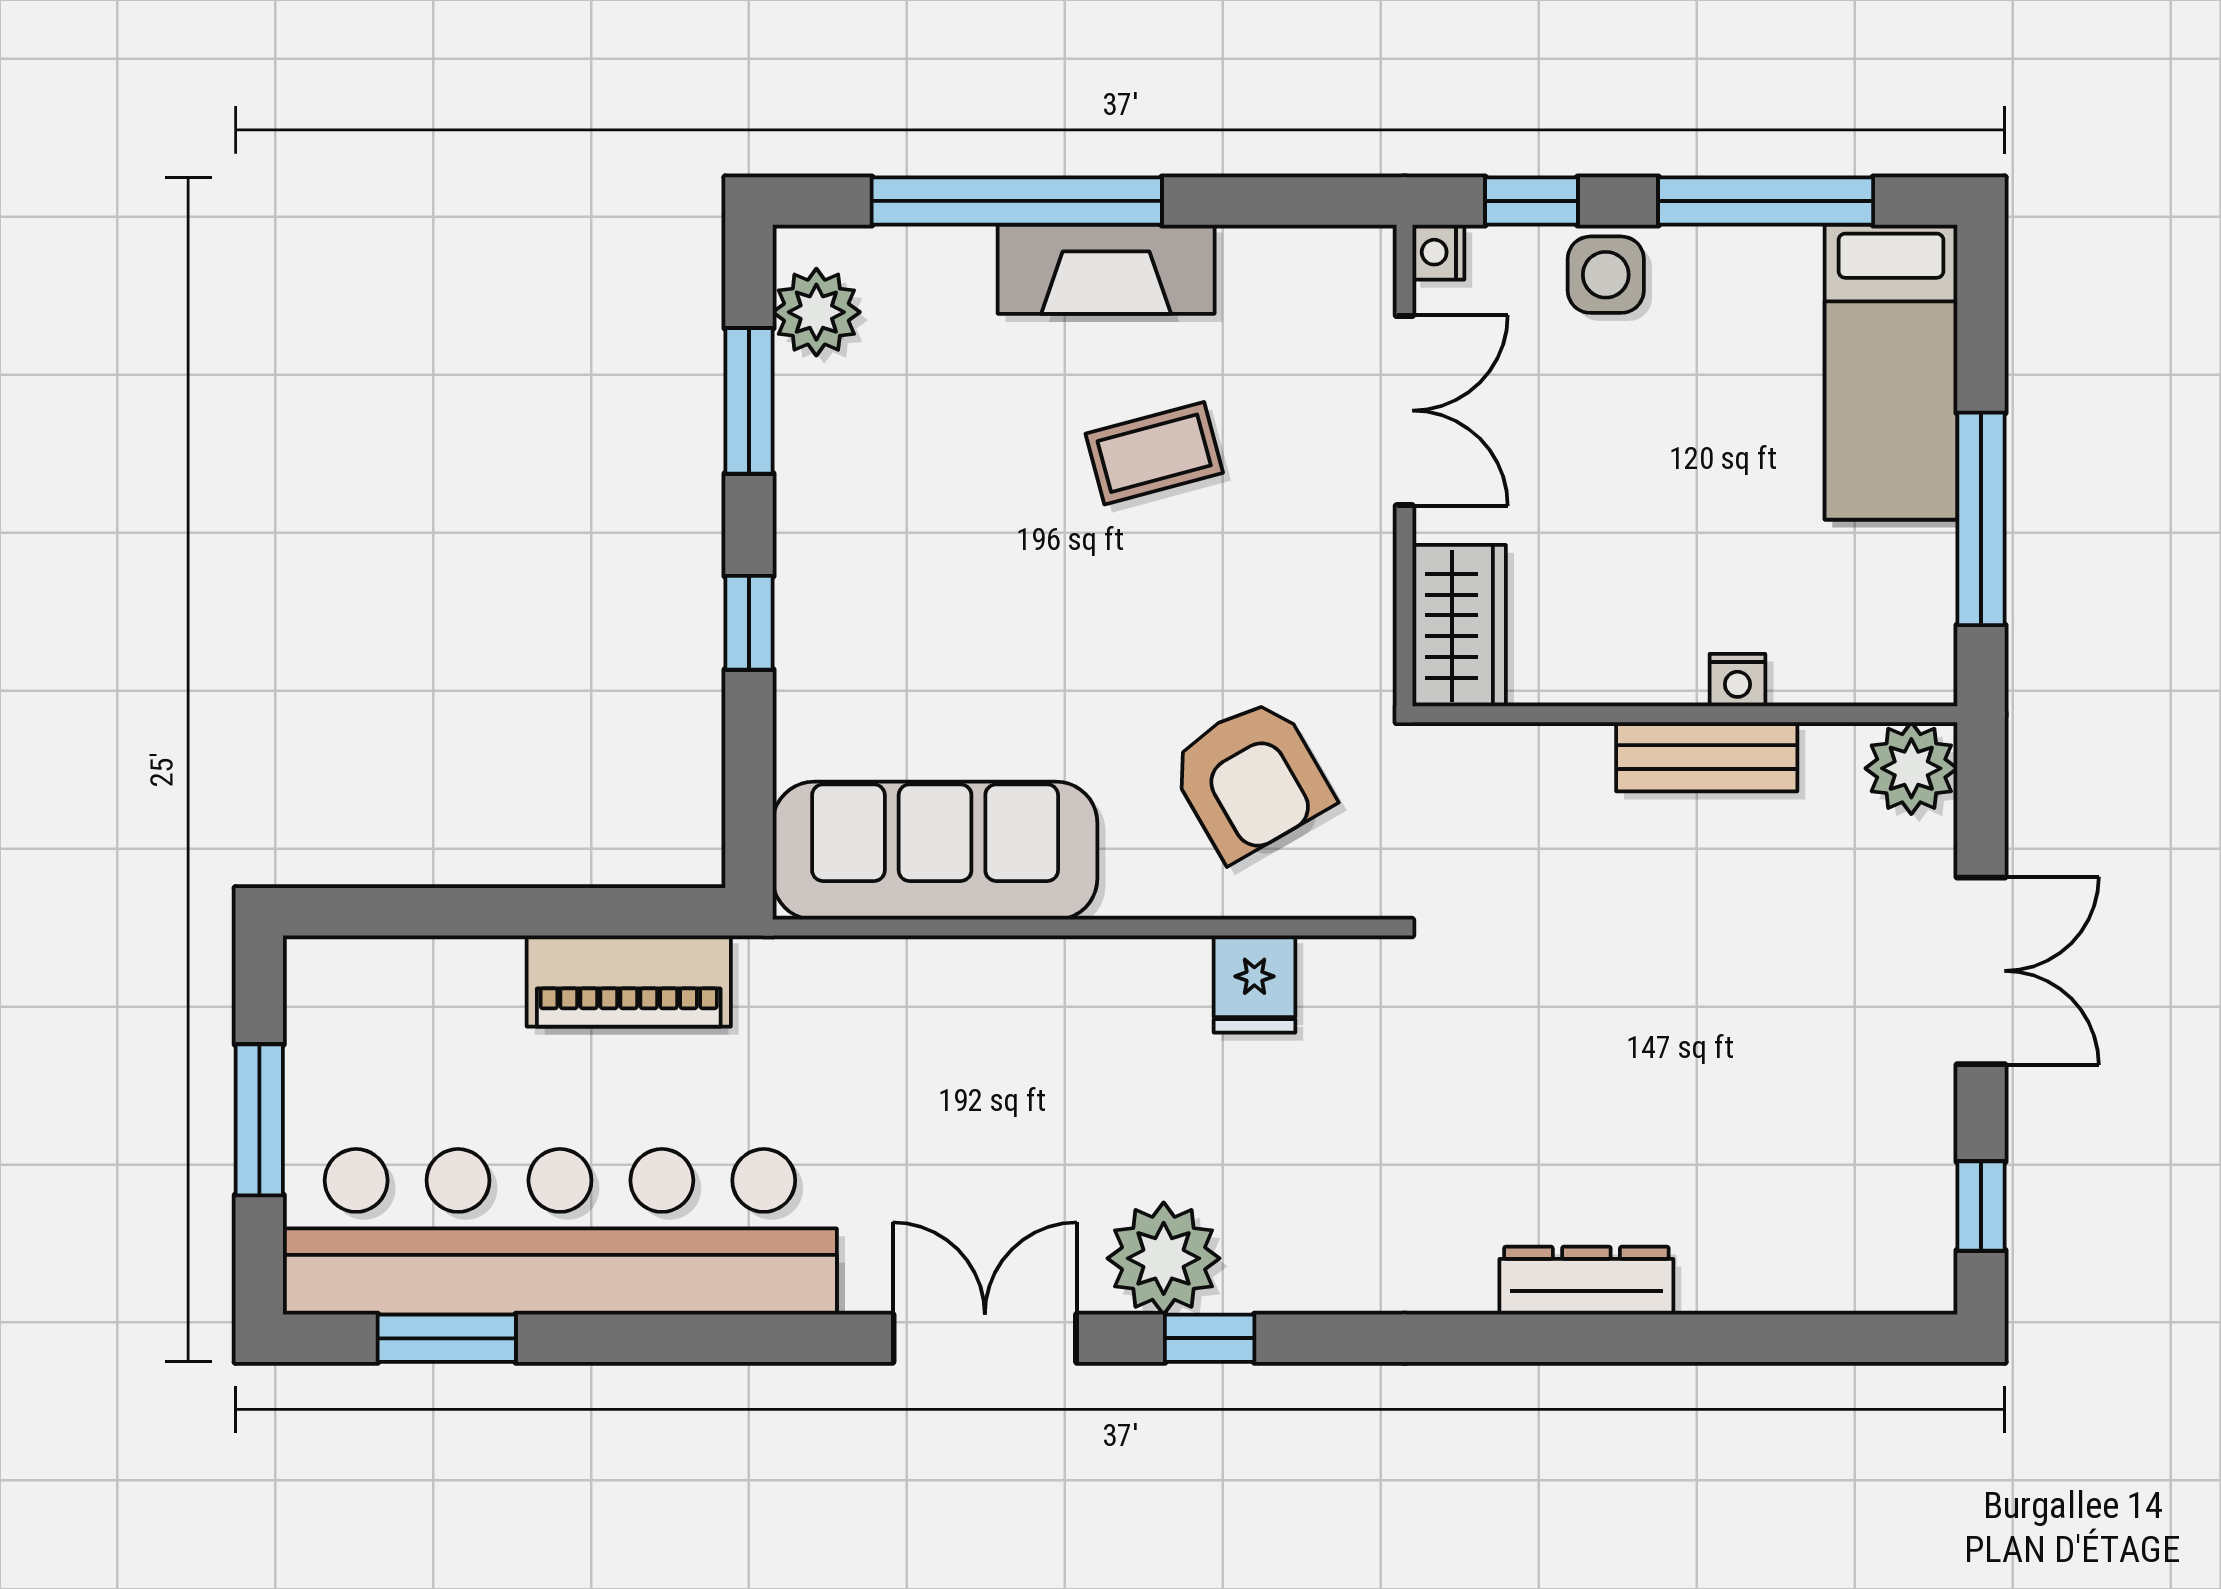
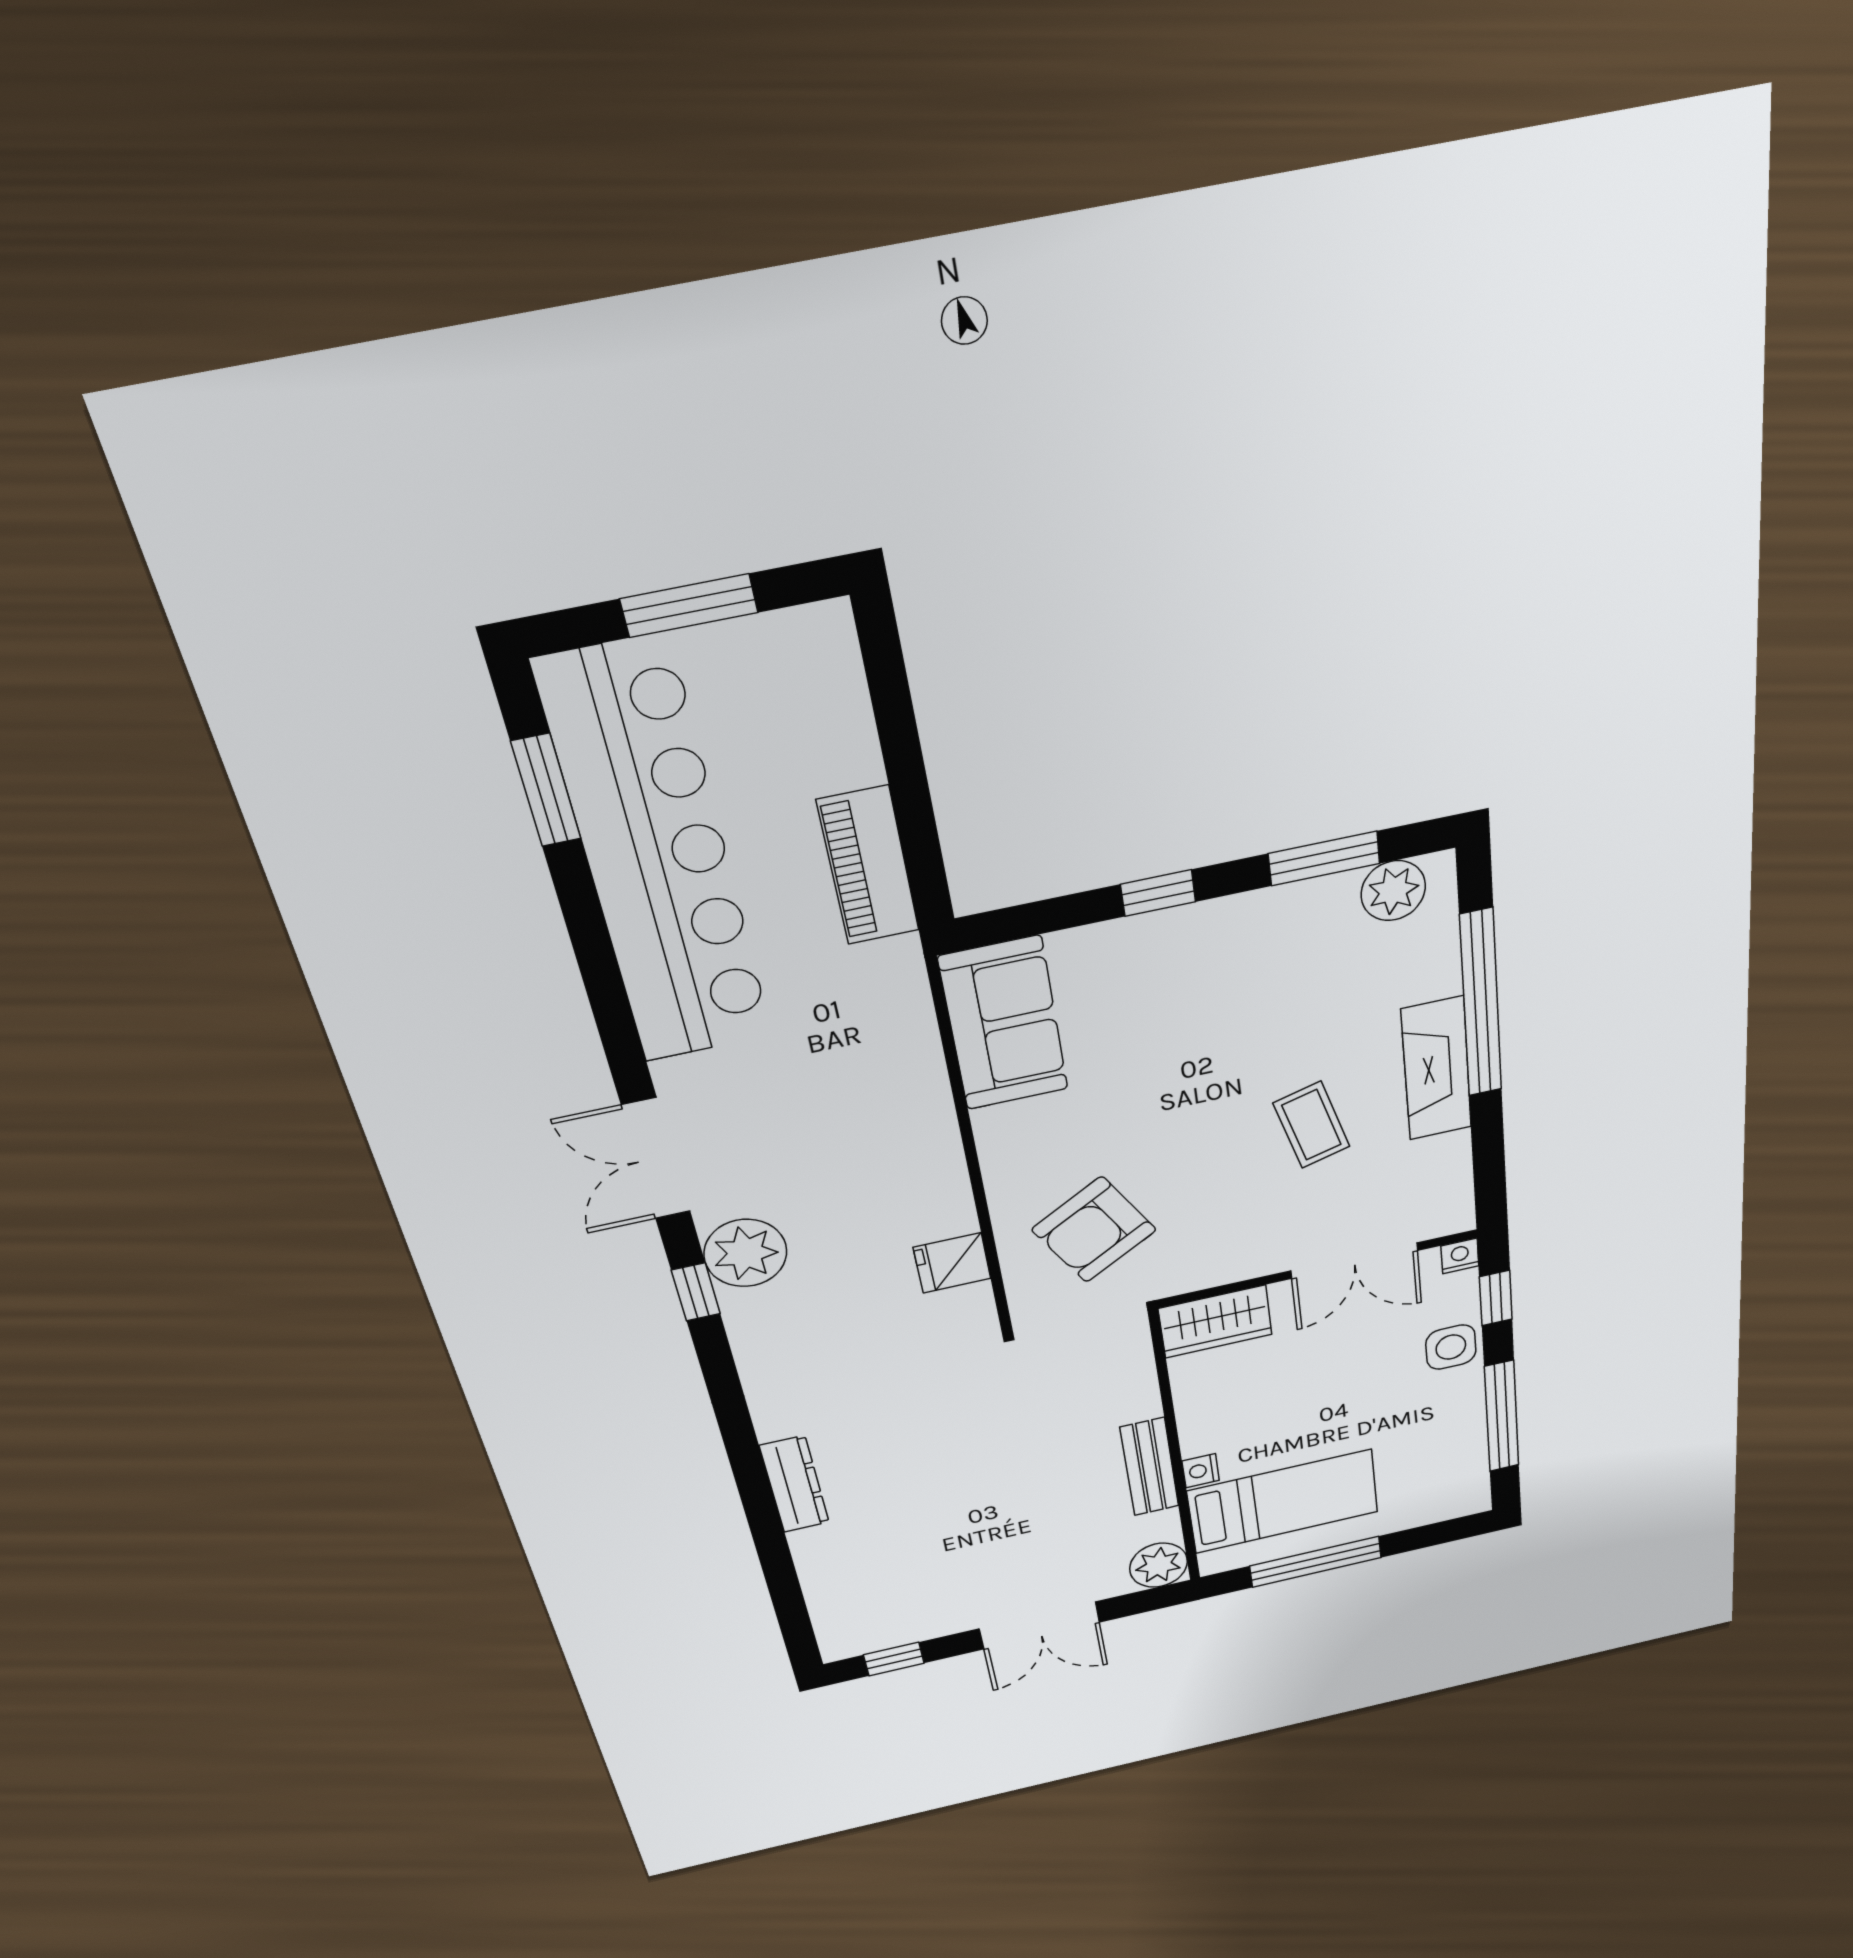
bed: (1891, 372) -> (1283, 1501), moved, turned 180
sofa: (935, 851) -> (1004, 1024), width x0.73
double door: (985, 1338) -> (656, 1159), swing flipped

